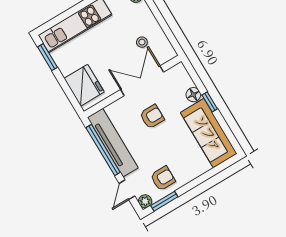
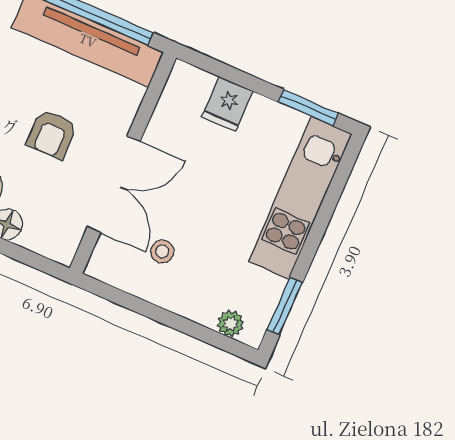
fridge: (84, 85) -> (227, 104), width x0.53, depth x0.75

